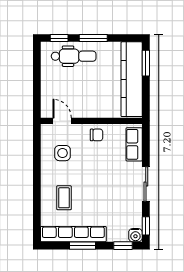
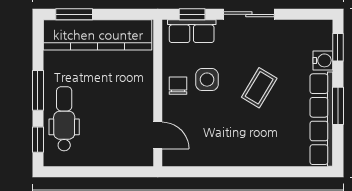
door: (62, 121) -> (158, 135), swing flipped
side table: (63, 153) -> (207, 80), moved
coffee table: (64, 198) -> (259, 88), moved, turned -59
window: (146, 226) -> (192, 14), moved
water cooler: (135, 235) -> (323, 60), moved

